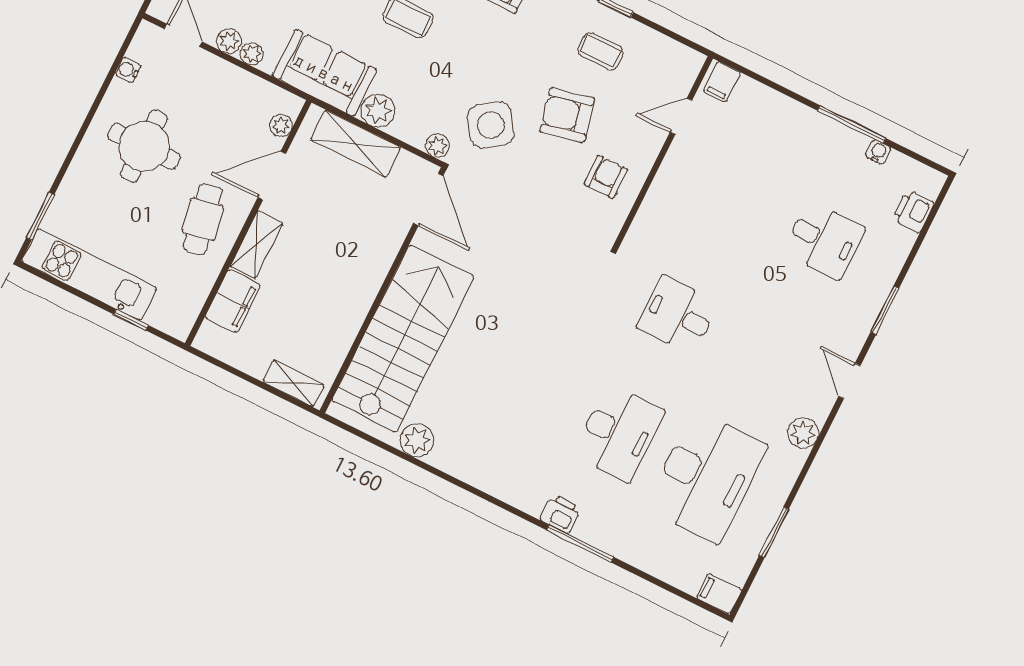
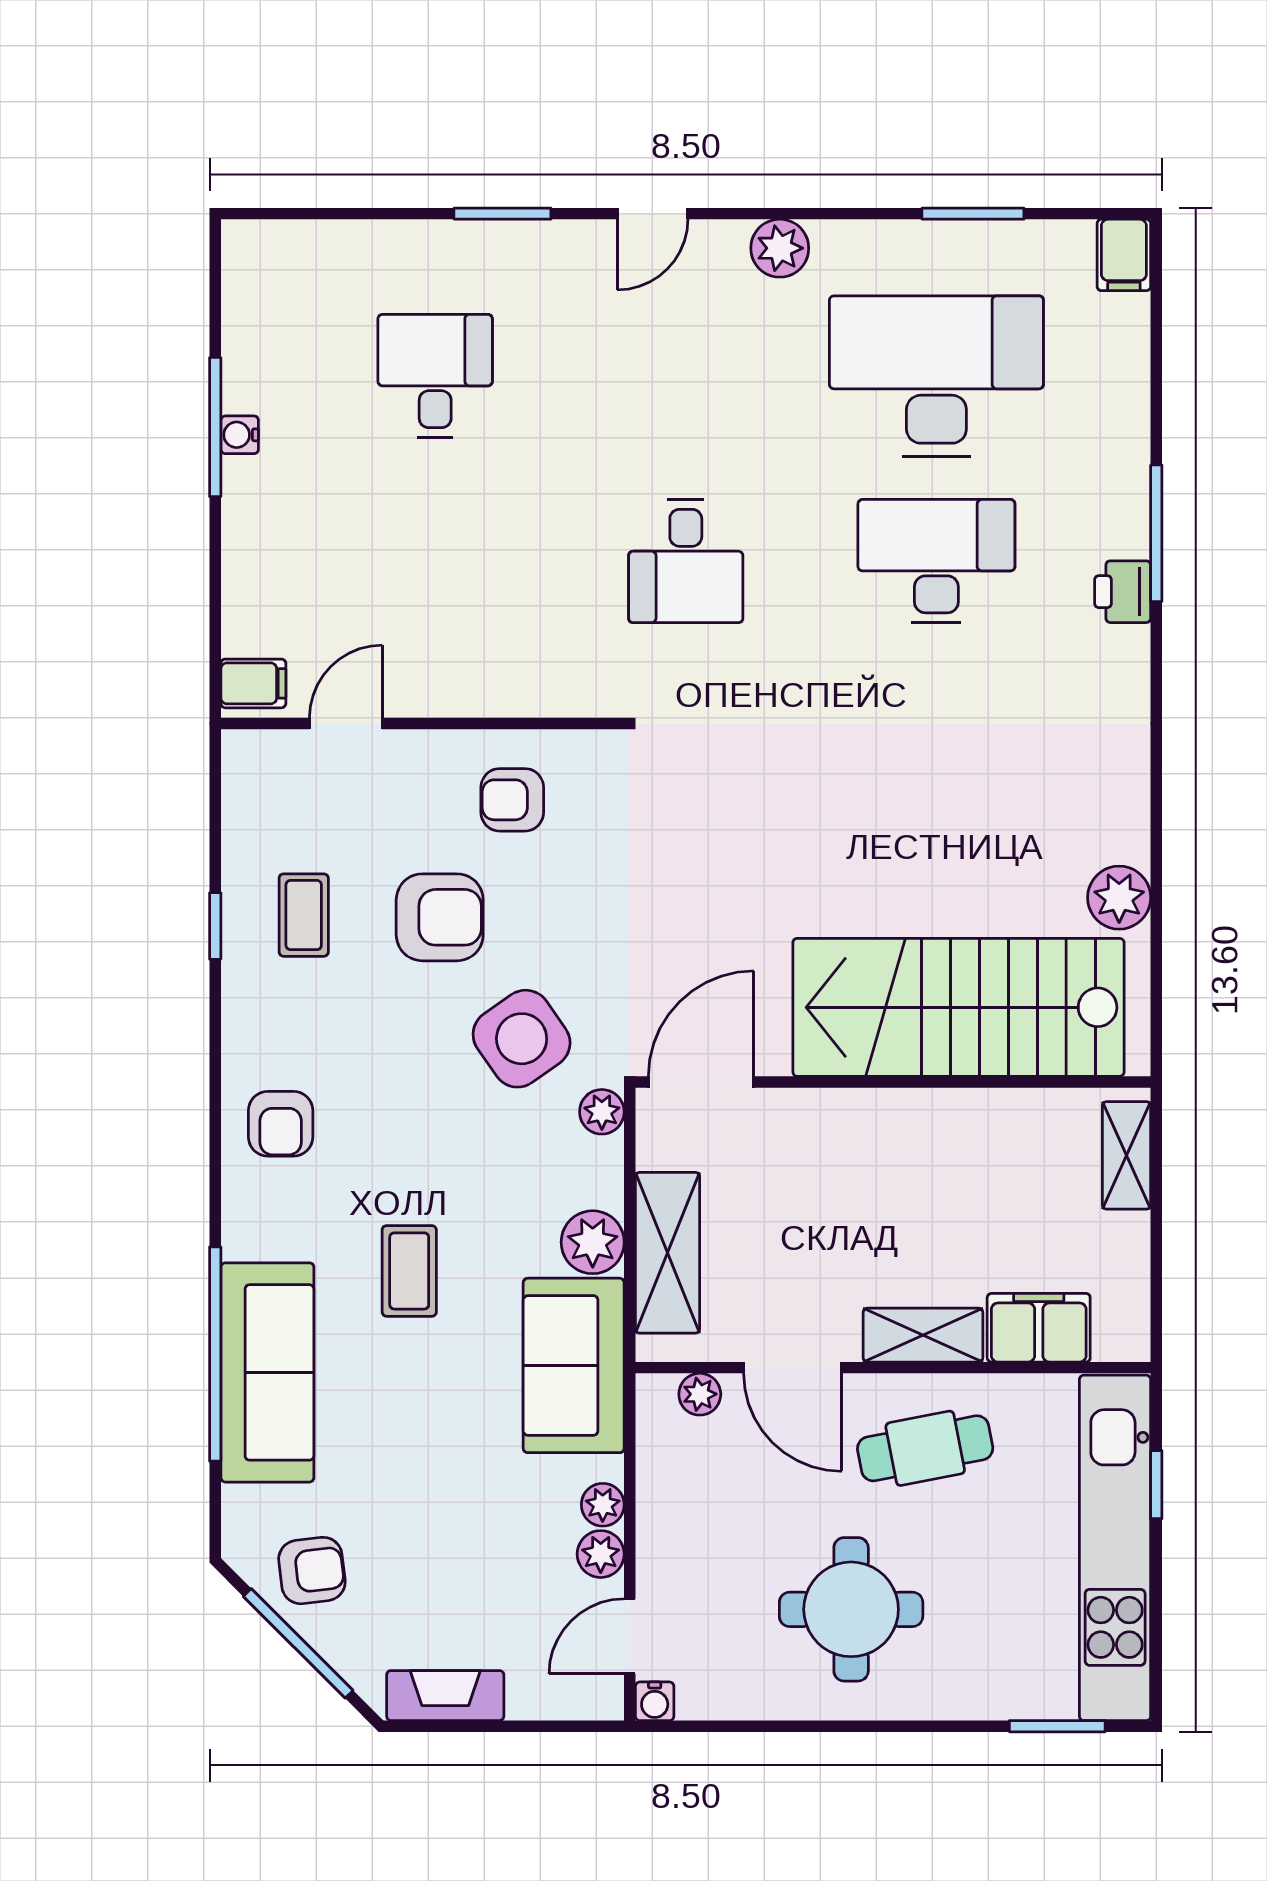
water cooler: (128, 70) -> (655, 1701), moved
armchair: (567, 115) -> (440, 917), turned -77
door: (681, 116) -> (346, 723), swing flipped
water cooler: (878, 152) -> (240, 435), moved
printer: (913, 211) -> (311, 249), removed
kitchen unit: (89, 274) -> (1115, 1548), width x1.36

